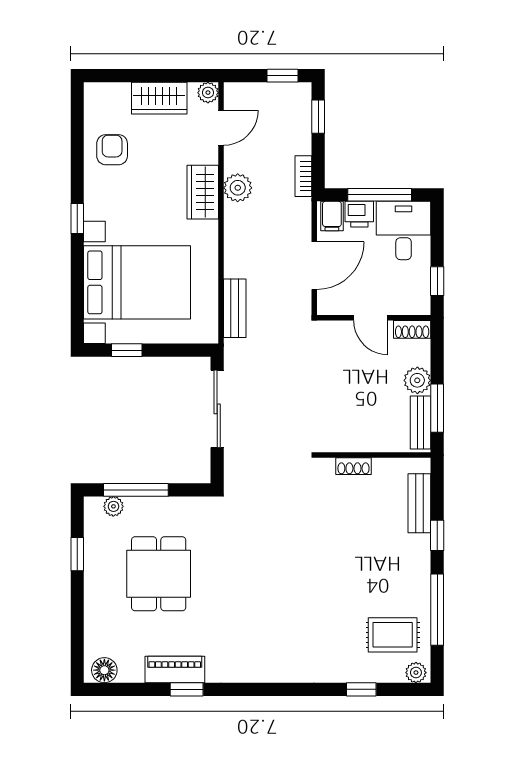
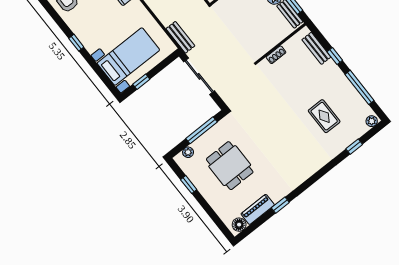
bed with nightstands: (137, 282) -> (128, 57), width x0.73
bench: (235, 308) -> (180, 37), moved
window: (136, 490) -> (202, 130), moved
rug: (393, 635) -> (324, 116), moved, turned 90
piano: (175, 670) -> (258, 209), moved

